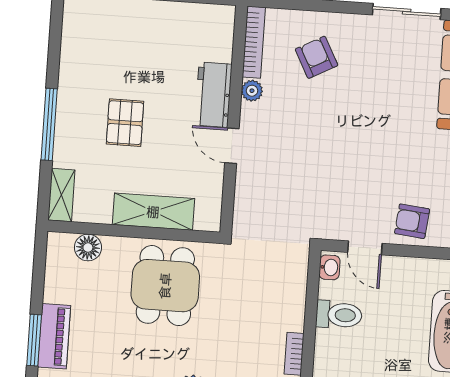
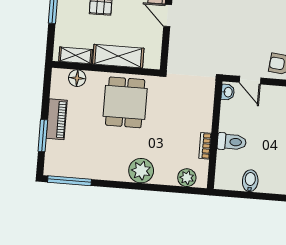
shelving: (61, 195) -> (76, 55), moved, turned 90
toilet: (339, 315) -> (232, 142), moved
piano: (54, 336) -> (57, 119), moved

